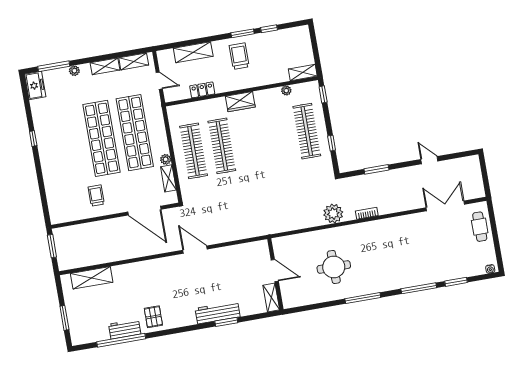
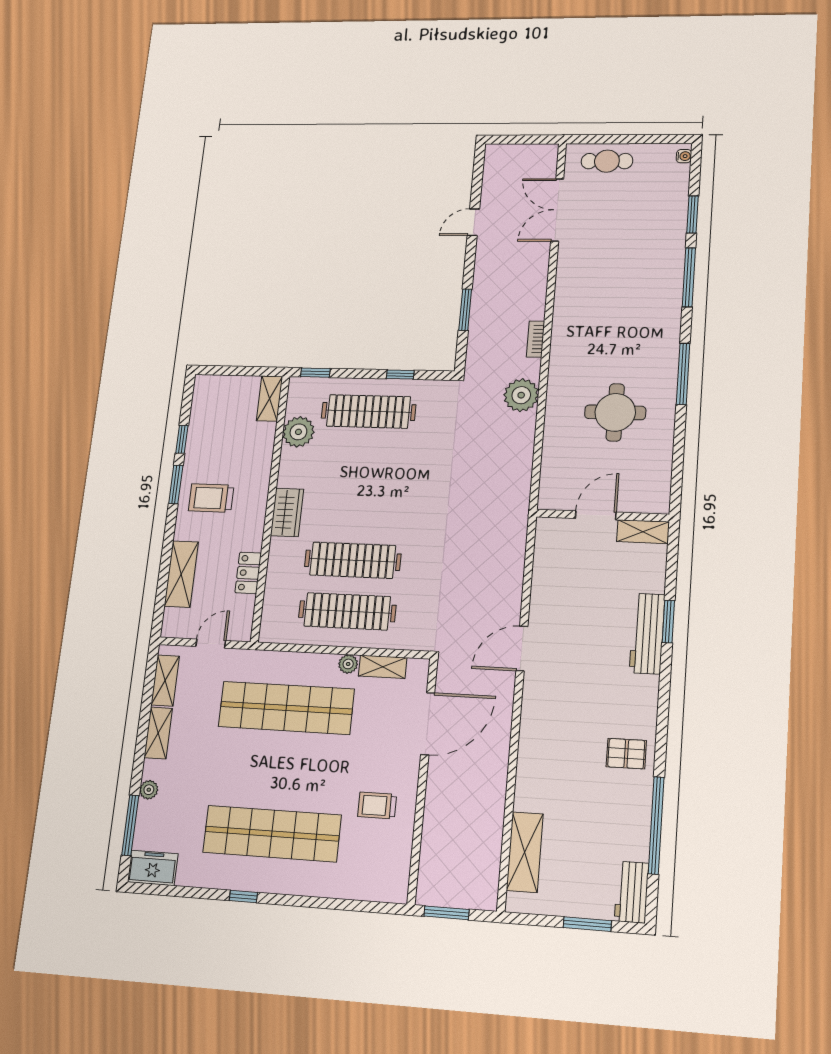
plant: (286, 91) -> (298, 432), width x1.88, depth x1.88
shop shelf: (102, 138) -> (272, 834), moved
workbench: (125, 329) -> (632, 892), moved

